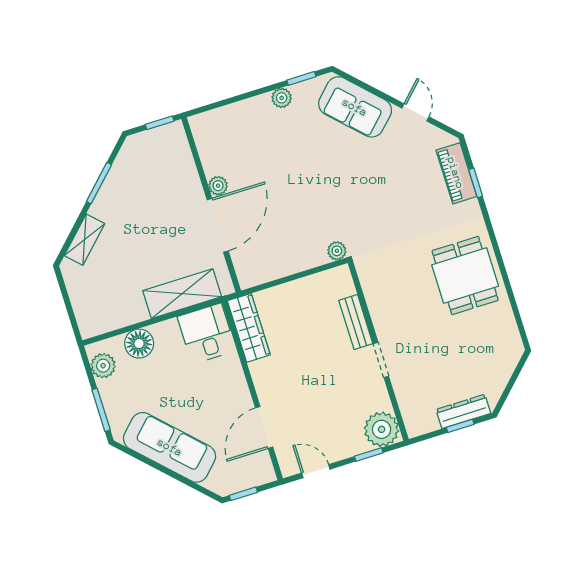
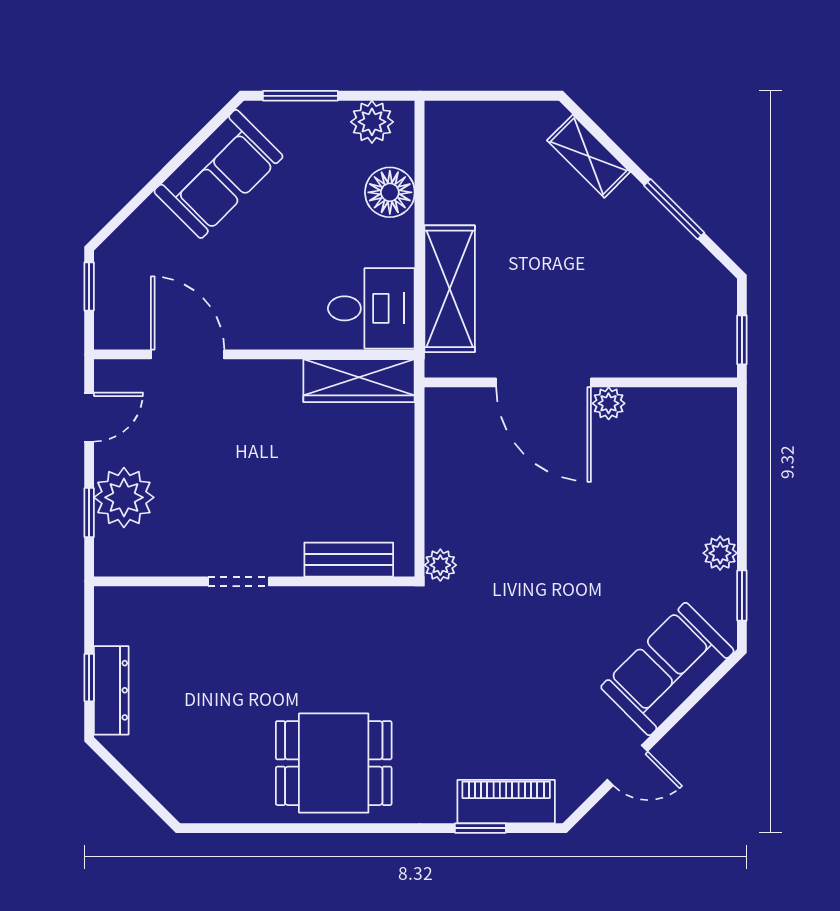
bench: (356, 322) -> (349, 560), moved
plant: (382, 429) -> (124, 497), moved
sofa: (170, 447) -> (218, 174), width x0.73

